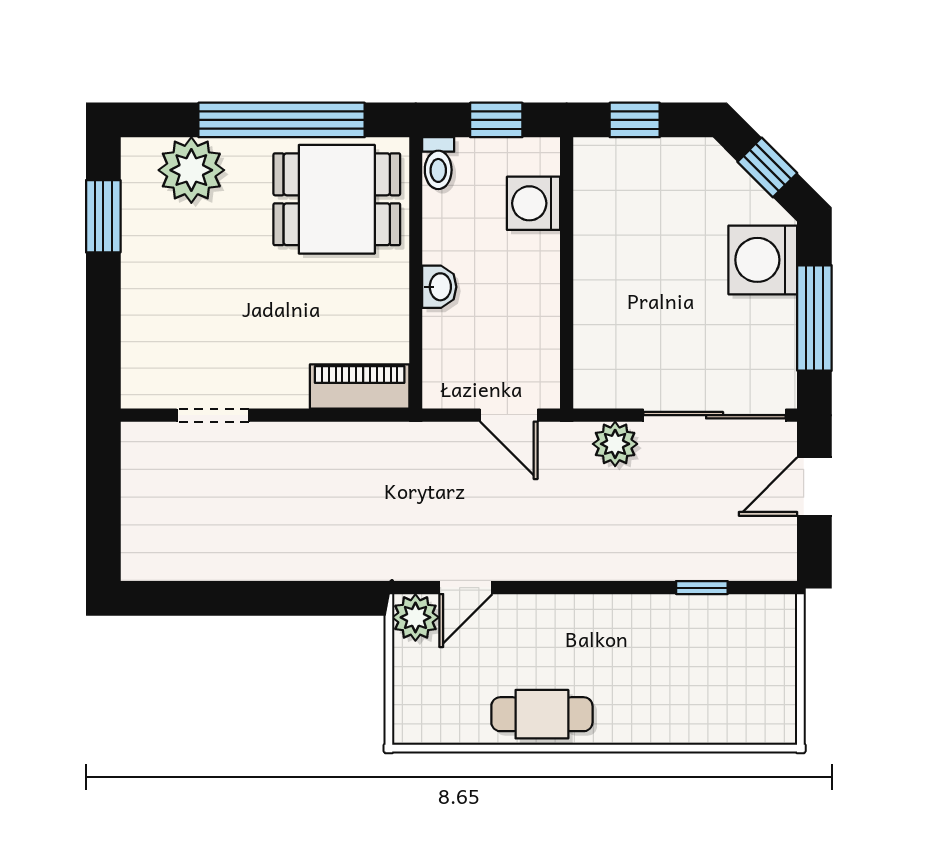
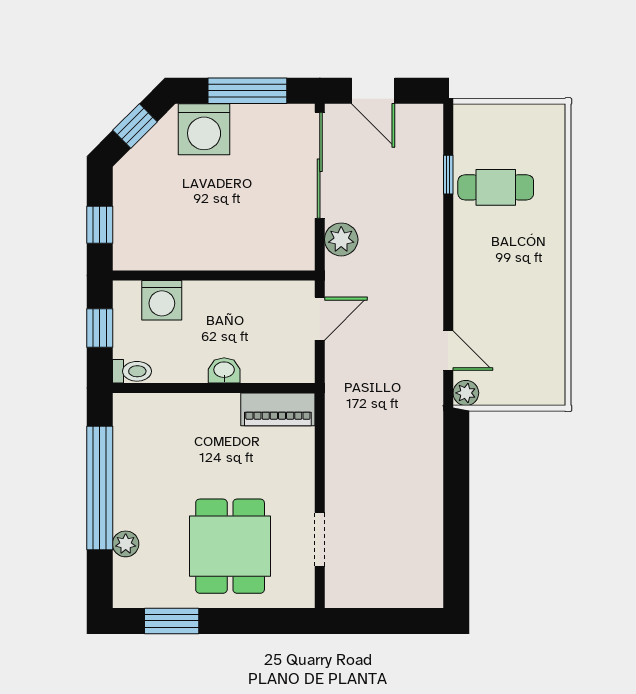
plant: (191, 170) -> (126, 544), width x0.53, depth x0.53
dining table: (337, 199) -> (230, 546), moved
piano: (360, 386) -> (278, 409), moved, turned -90
plant: (415, 617) -> (466, 393), width x0.73, depth x0.73
cafe table: (542, 714) -> (496, 187), moved, turned 90

